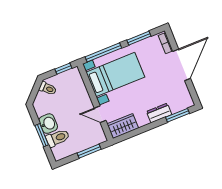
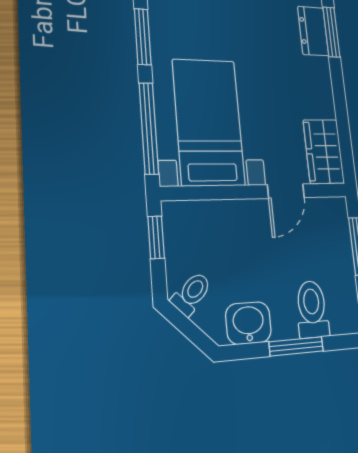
dresser: (159, 113) -> (313, 31), moved
washbasin: (48, 124) -> (248, 323), moved

